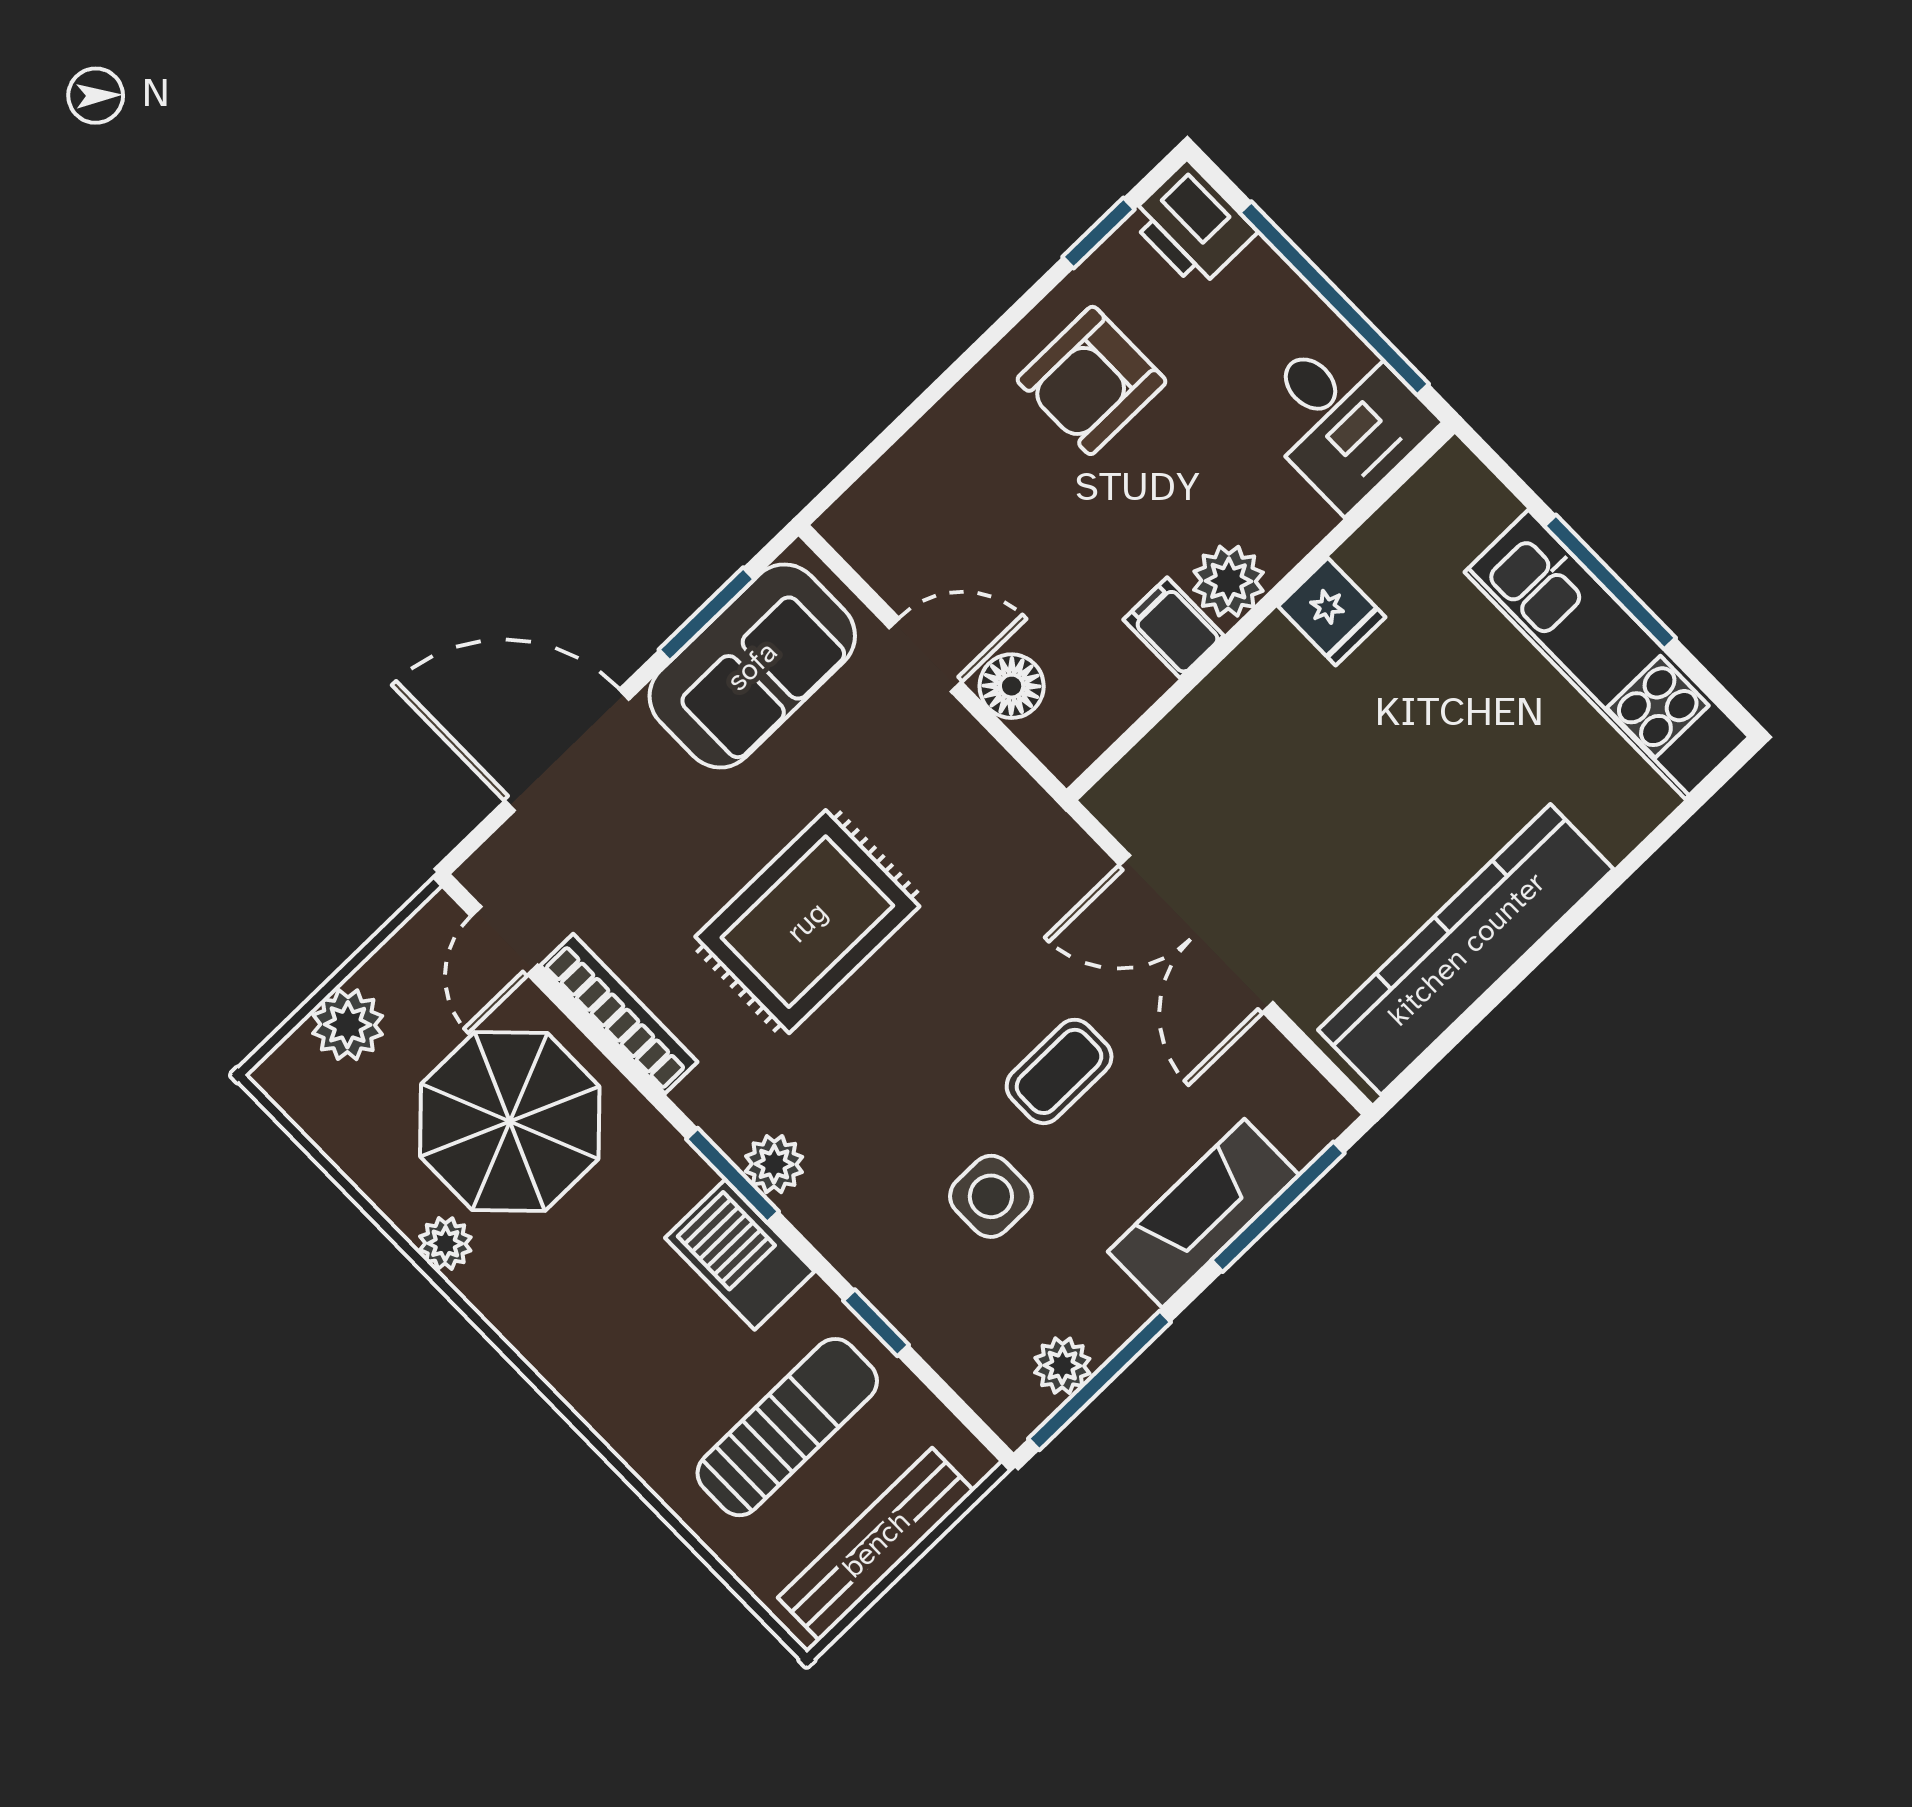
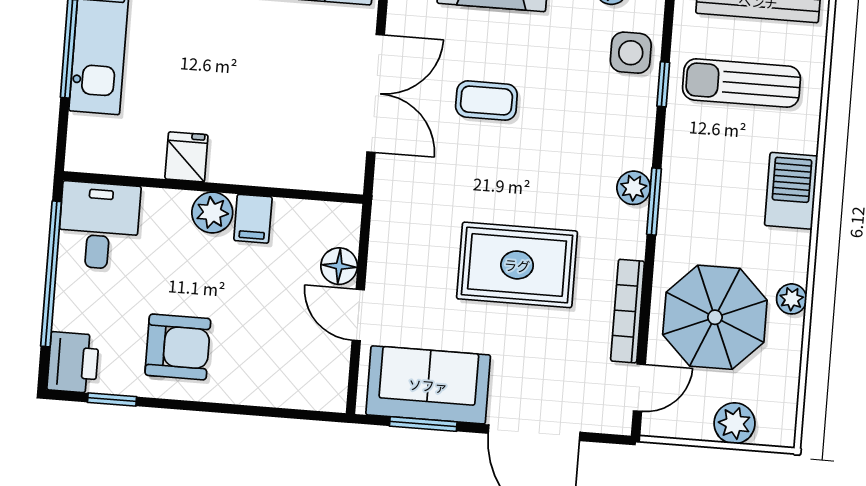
side table: (991, 1196) -> (631, 53), moved
barbecue: (740, 1255) -> (791, 191), moved, turned 180

